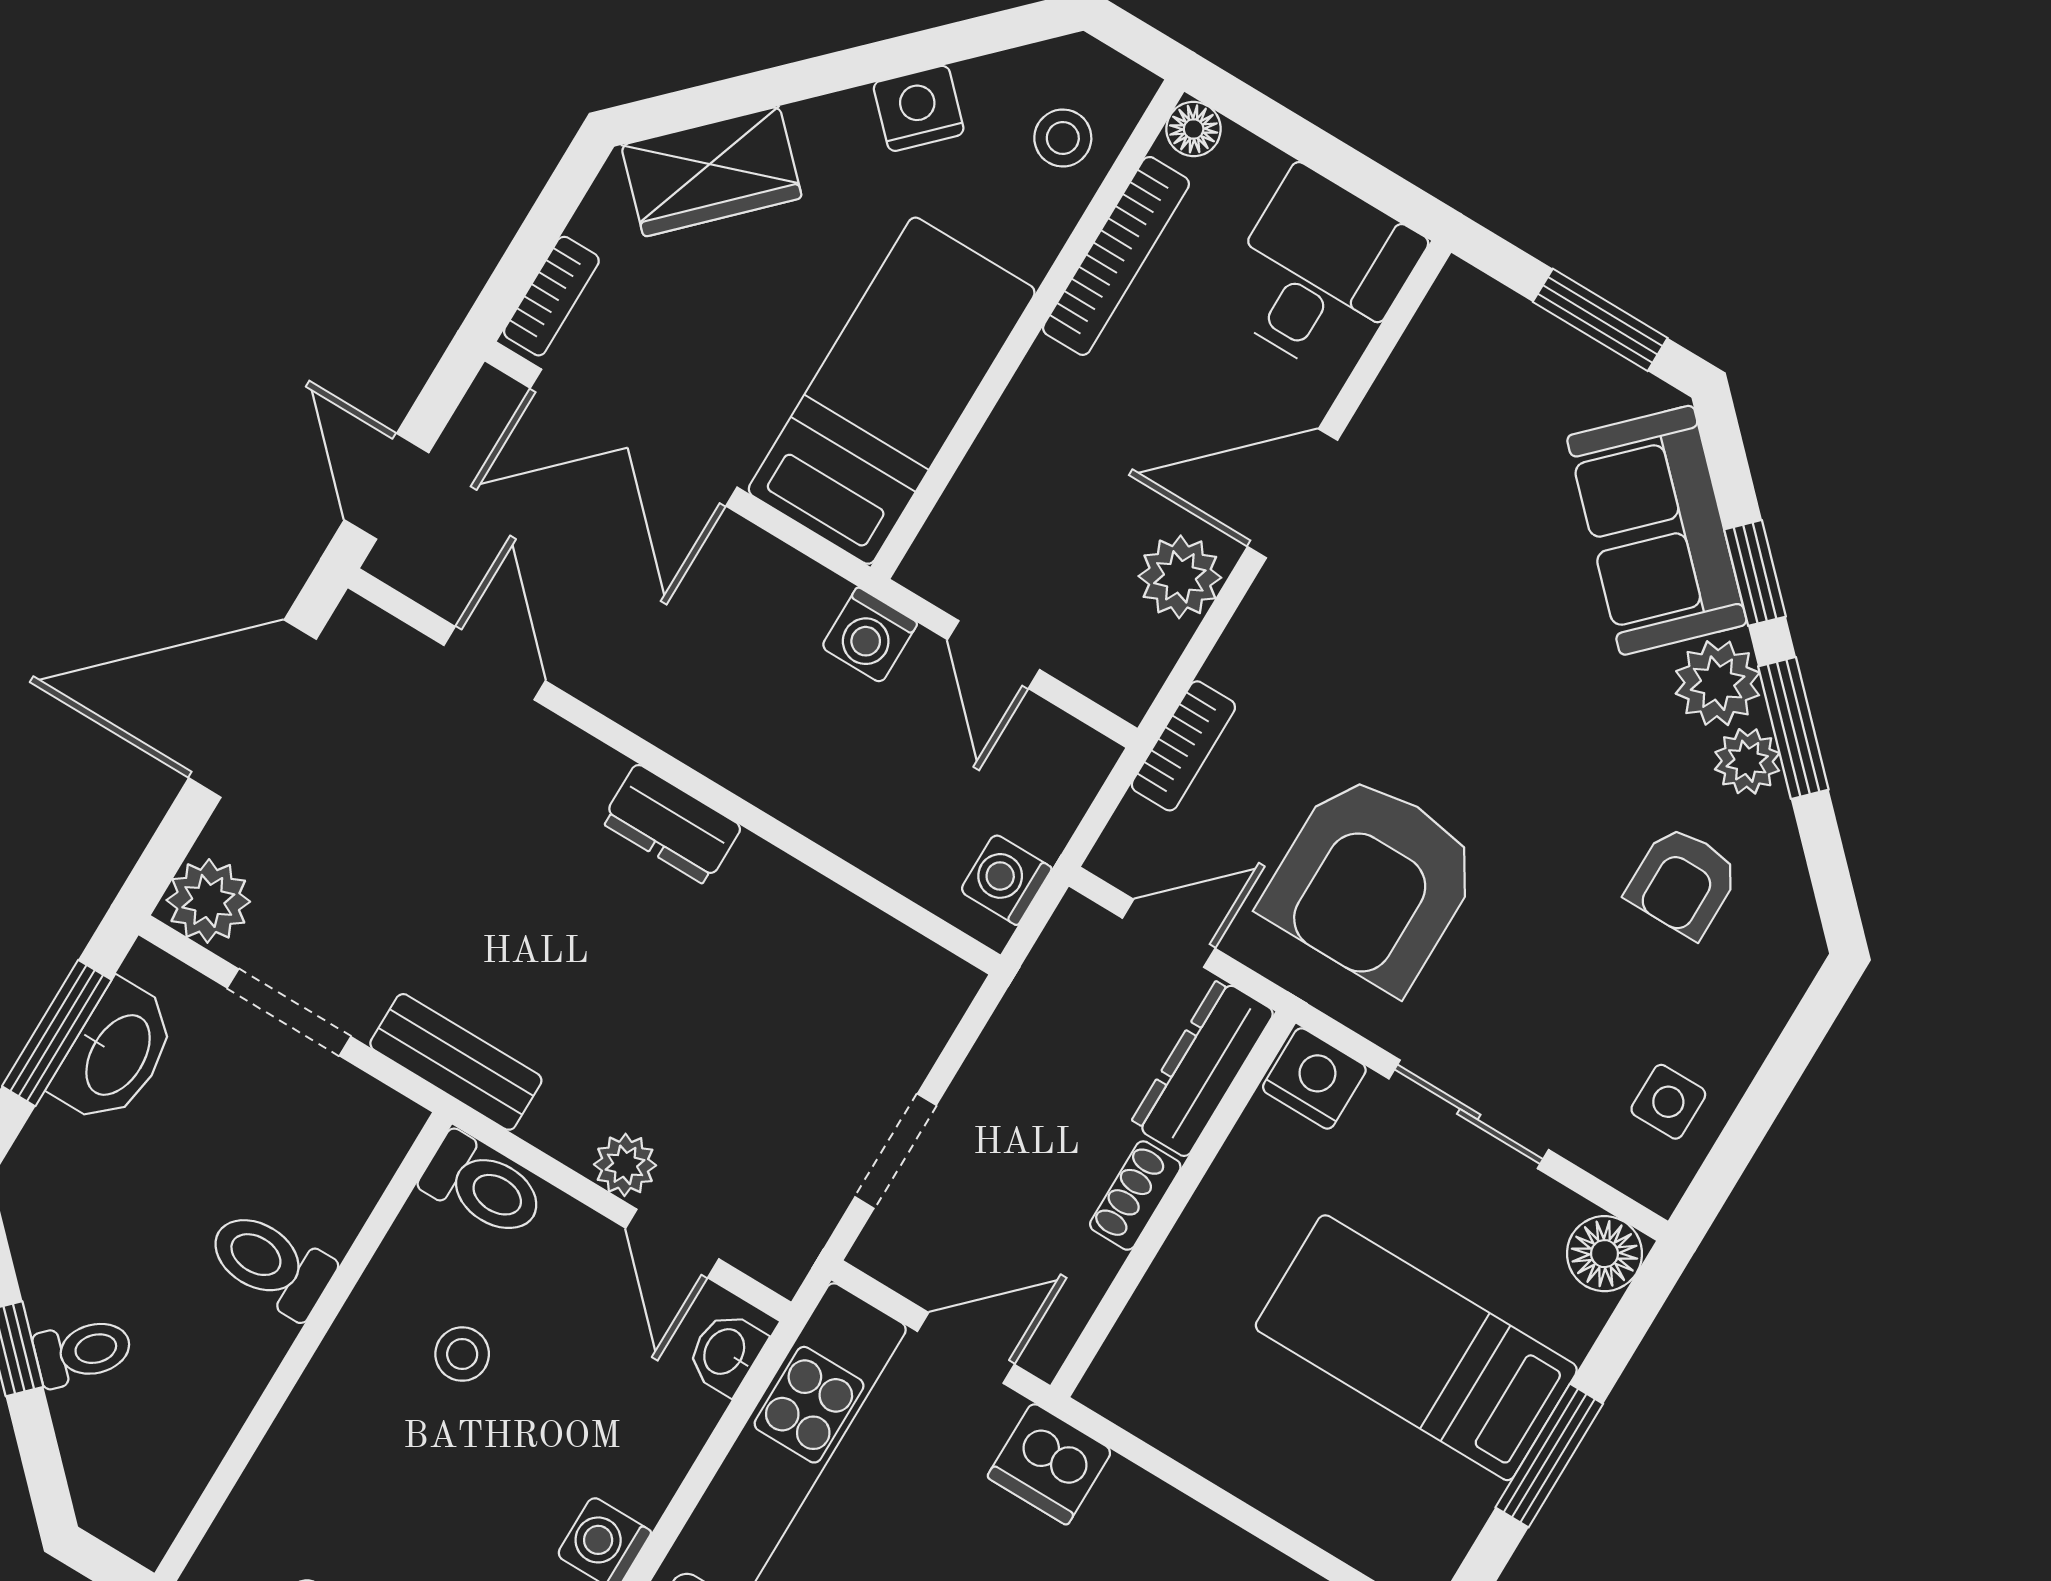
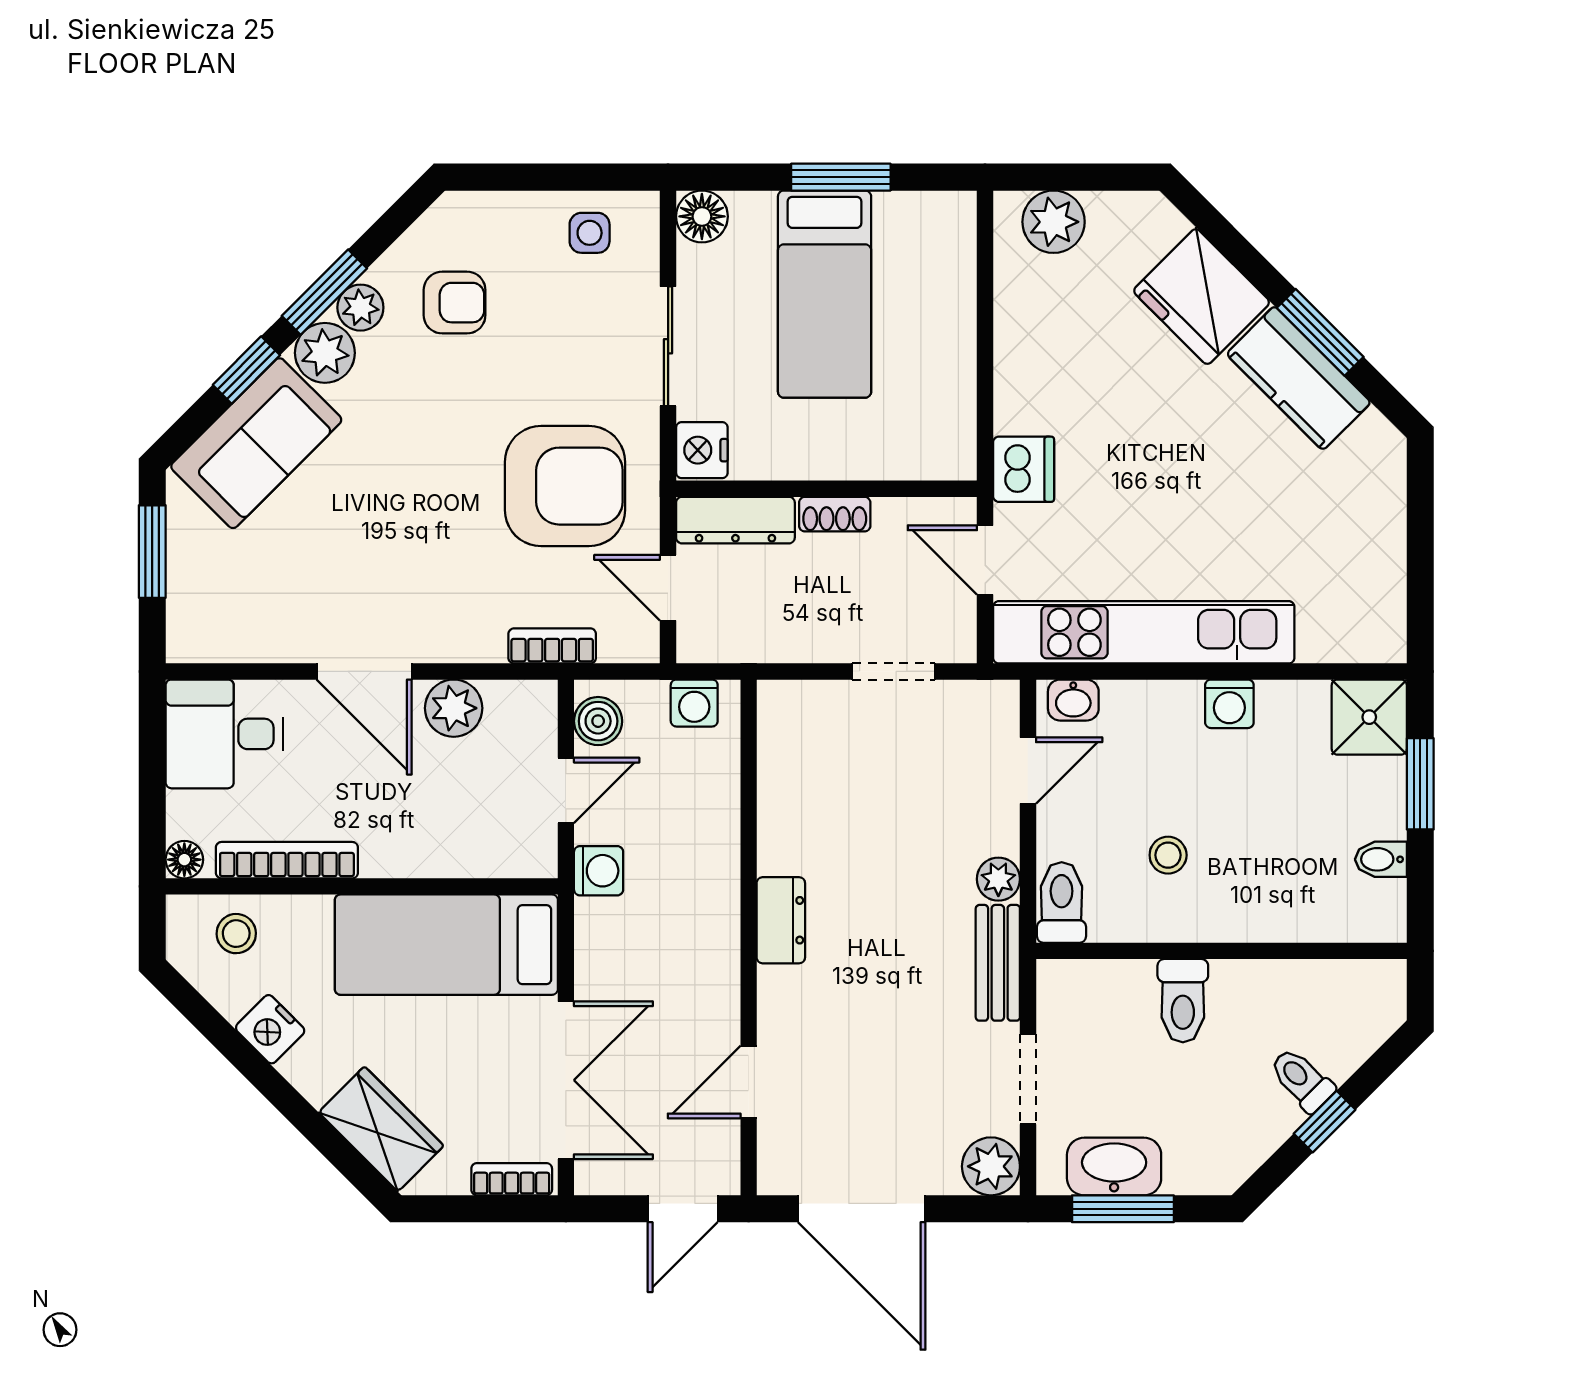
boiler: (1056, 747) -> (598, 721), added
plant: (625, 1165) -> (998, 879), moved

